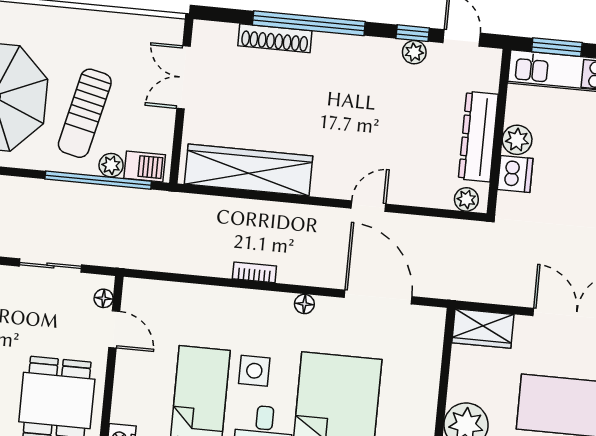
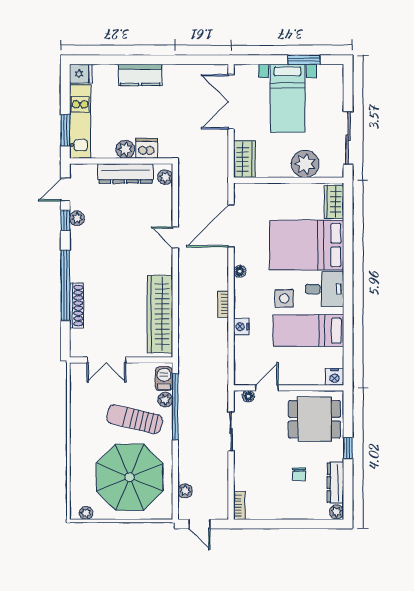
sun lounger: (85, 113) -> (135, 419), turned 180
nightstand: (216, 298) -> (241, 327), added

